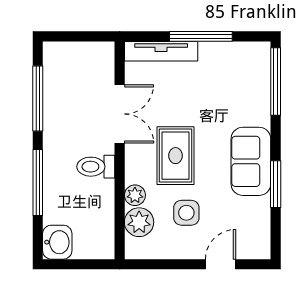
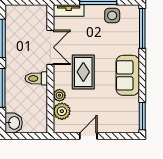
tv unit: (161, 51) -> (69, 10), width x0.71
window: (276, 184) -> (142, 116), moved
side table: (186, 213) -> (112, 16), moved
door: (221, 264) -> (88, 136), moved

